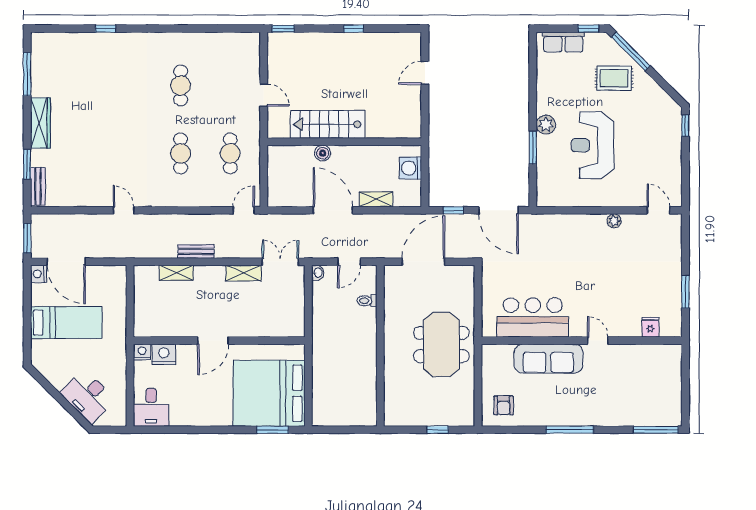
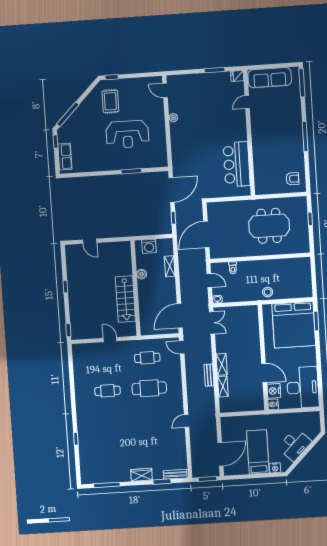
rug: (614, 78) -> (110, 101), moved
door: (264, 95) -> (110, 340), hinge flipped
wardrobe: (40, 123) -> (142, 475), width x0.67
plant: (546, 125) -> (117, 164), removed
cafe table: (181, 153) -> (149, 388), width x1.37, depth x1.35
boiler: (323, 153) -> (142, 274), moved
door: (333, 210) -> (180, 316), moved
door: (658, 210) -> (165, 90), hinge flipped
double door: (280, 262) -> (212, 323), swing flipped
door: (423, 262) -> (206, 234), hinge flipped
shelving: (244, 273) -> (222, 364), moved
nightstand: (39, 274) -> (275, 468), moved
fridge: (650, 327) -> (237, 76), moved
door: (213, 341) -> (264, 373), moved
door: (598, 341) -> (247, 102), moved
meeting table: (441, 345) -> (269, 226), moved
stool: (324, 354) -> (268, 292), added
sofa: (548, 359) -> (270, 78), moved, turned 90
desk: (88, 396) -> (295, 445), moved
desk: (151, 407) -> (303, 387), width x1.87, depth x1.30

